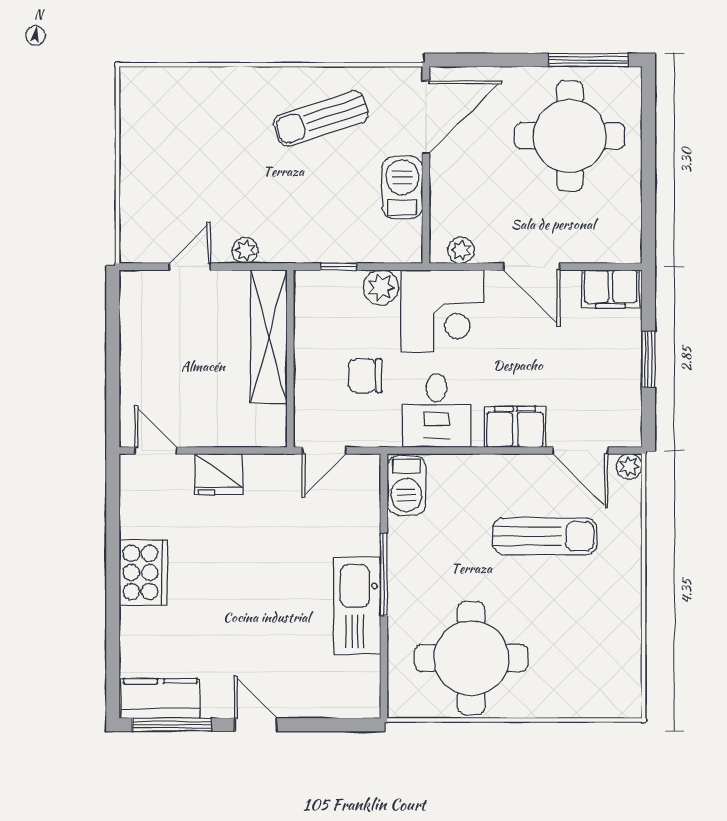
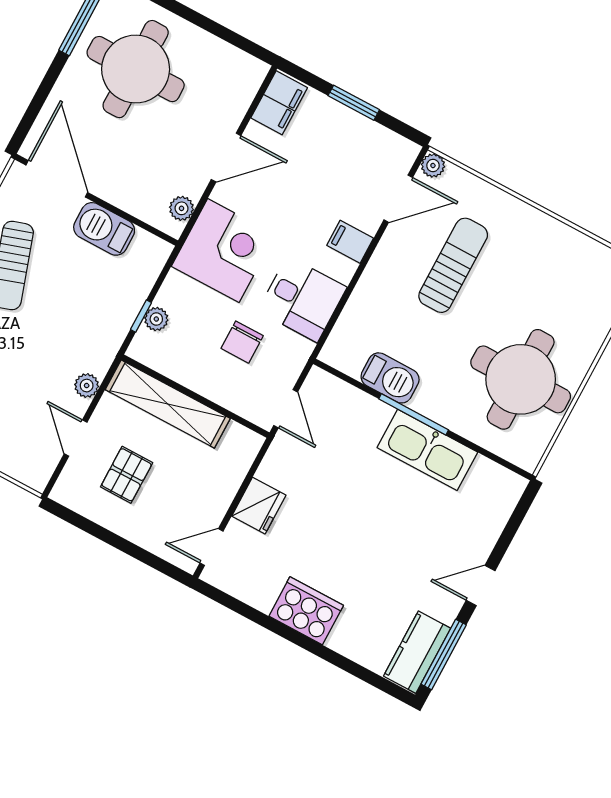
plant: (381, 287) -> (156, 319), moved, width x0.73, depth x0.73
pallet: (181, 333) -> (127, 475), added
filing cabinet: (515, 427) -> (350, 242), width x0.50
barbecue: (406, 485) -> (390, 378), moved

